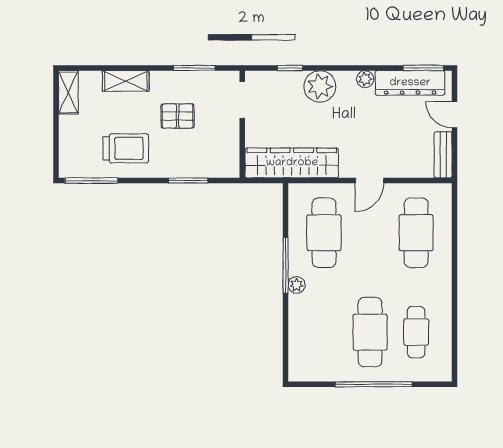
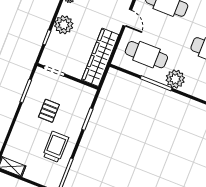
shelving: (126, 81) -> (18, 132), removed
plant: (297, 285) -> (175, 79), width x1.87, depth x1.87

